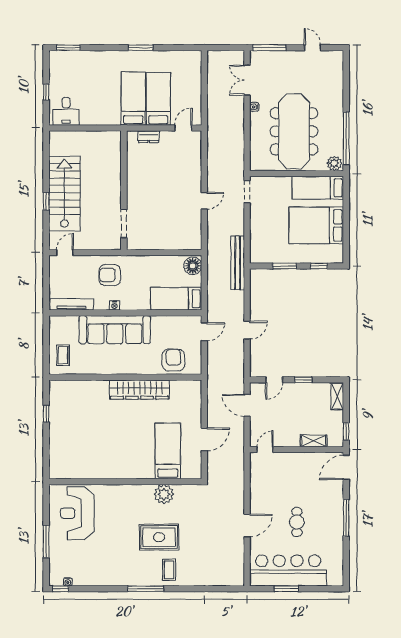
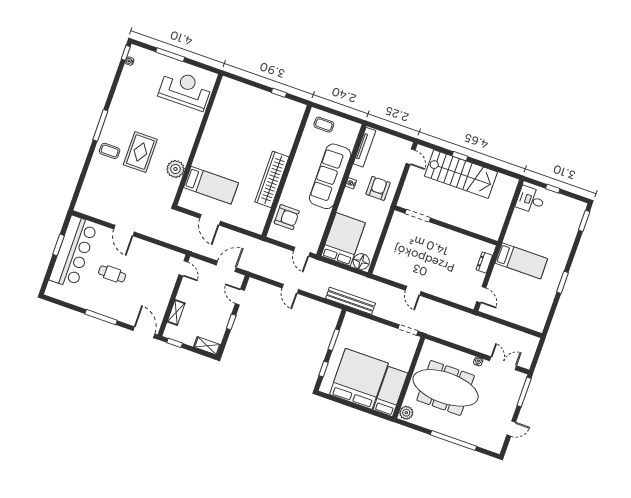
bed: (158, 99) -> (514, 282), removed
window: (346, 138) -> (453, 441), moved
bed: (316, 225) -> (359, 379), width x1.36
bed: (176, 299) -> (343, 239), width x1.50

